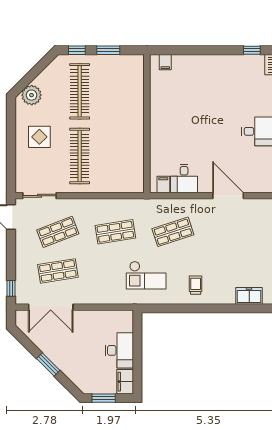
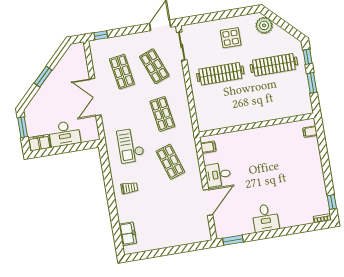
desk: (184, 179) -> (218, 175), moved
double door: (51, 307) -> (95, 97), moved

